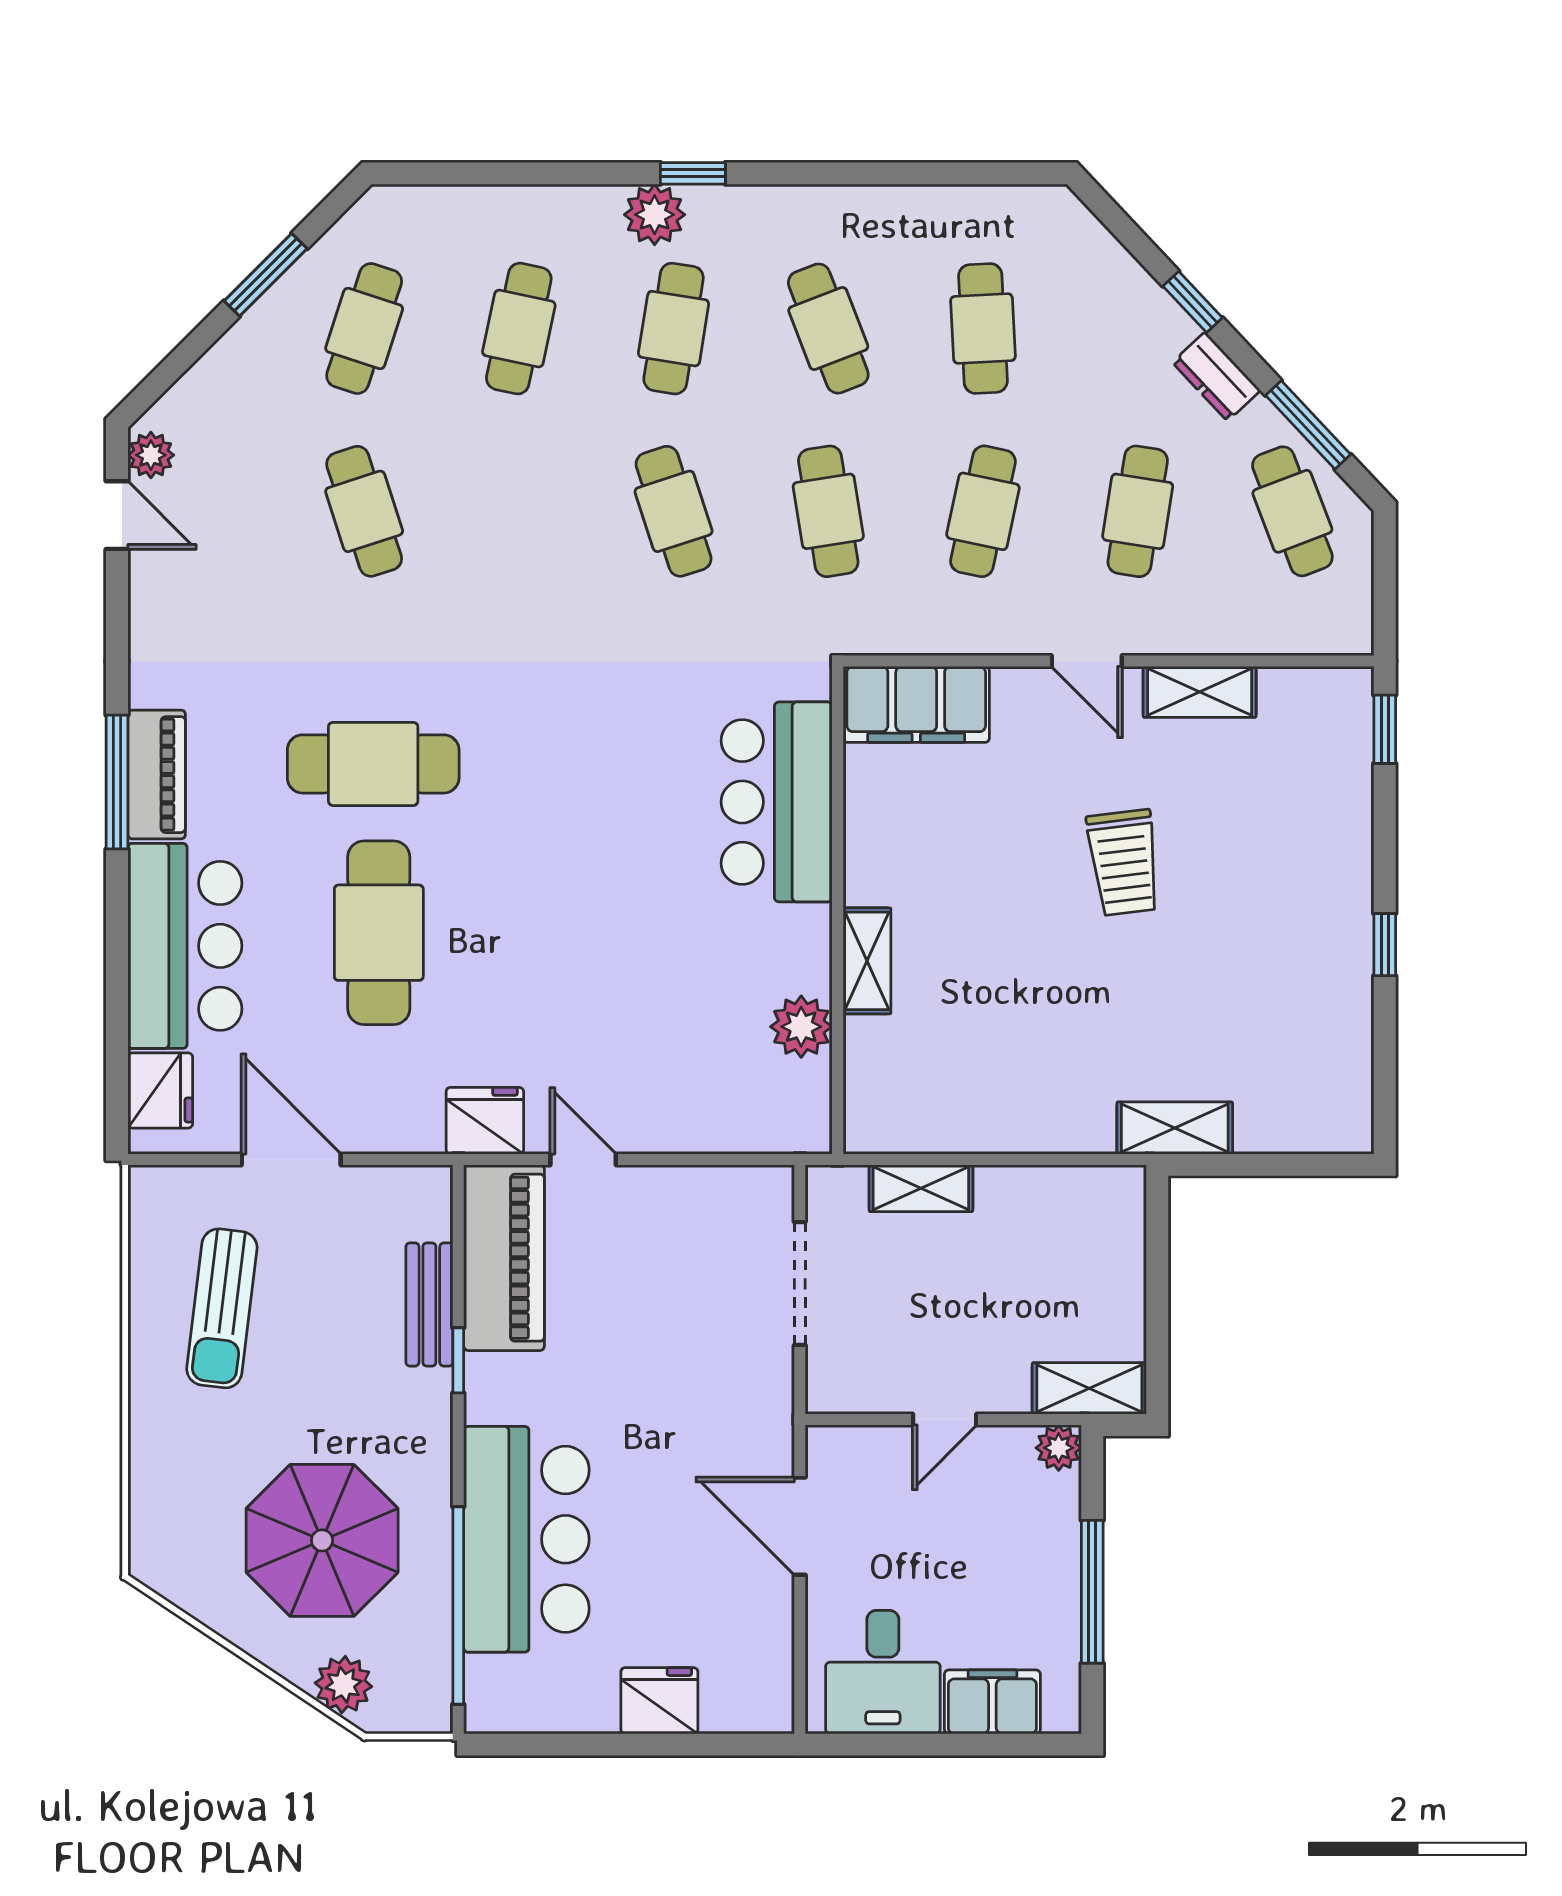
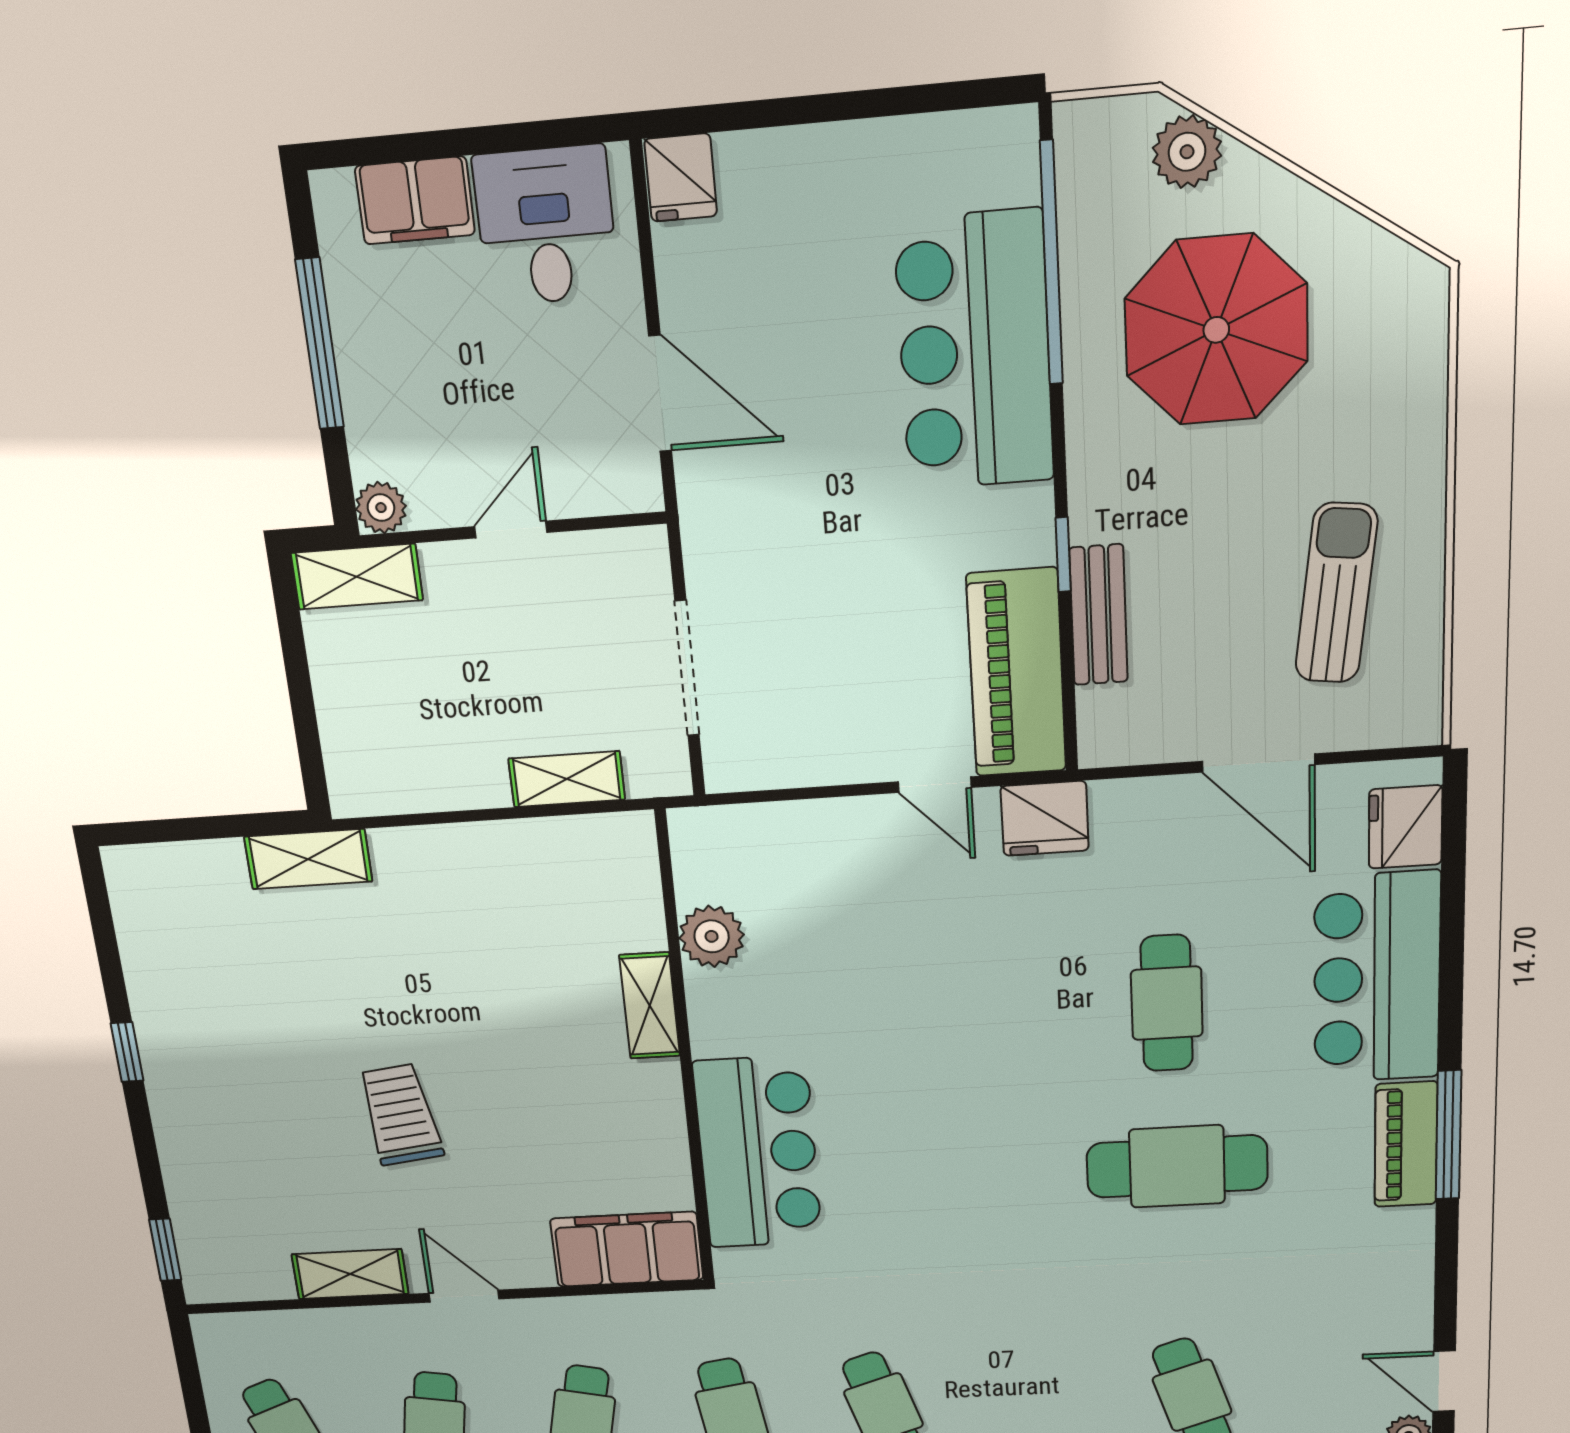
cafe table: (379, 933) -> (1167, 1003), width x0.73, depth x0.74
fridge: (659, 1701) -> (681, 178), moved, width x0.72

